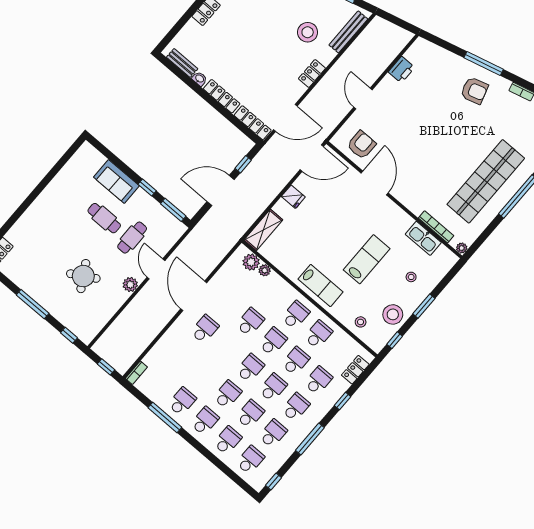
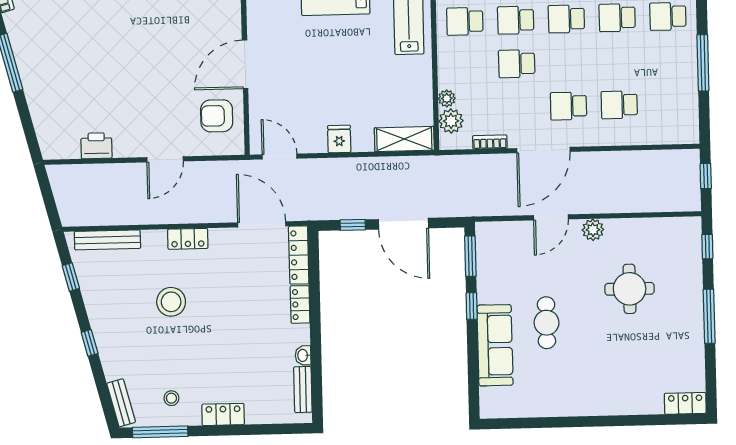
stool: (308, 32) -> (171, 302), moved
armchair: (474, 90) -> (48, 47), removed
locker: (222, 96) -> (300, 304), width x0.66
door: (312, 158) -> (280, 157), width x0.73
sofa: (116, 181) -> (495, 345), width x1.36
cafe table: (132, 238) -> (540, 274), removed
round table: (83, 276) -> (630, 289), turned 30
bookcase: (136, 373) -> (490, 142), moved
school desk: (182, 401) -> (619, 105), moved

